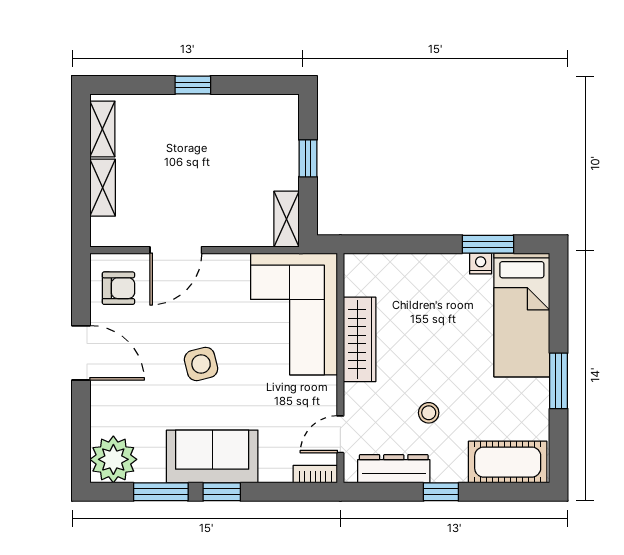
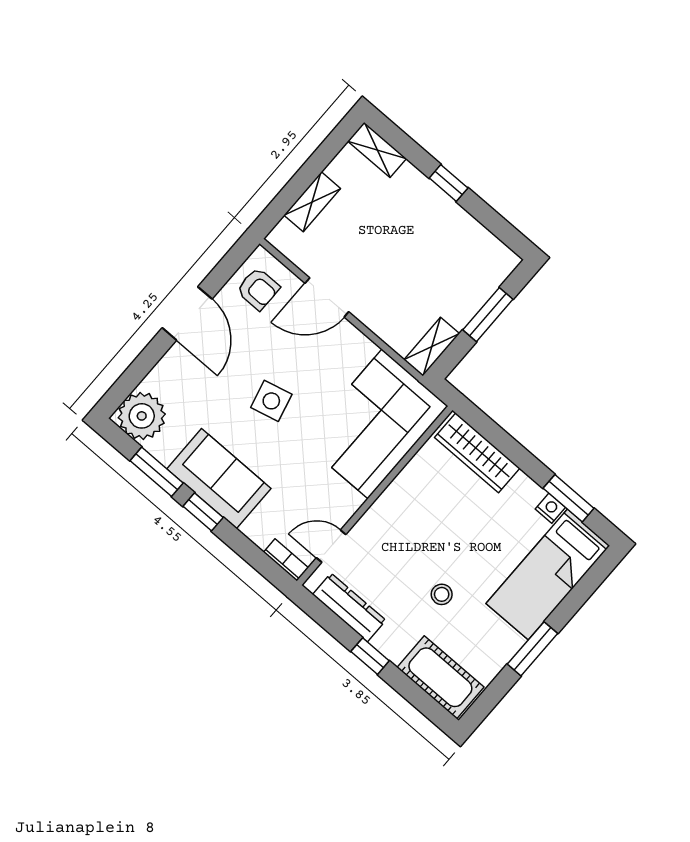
shelving: (102, 129) -> (377, 150), moved, turned 90
window: (308, 158) -> (488, 315), width x1.50
wardrobe: (360, 339) -> (477, 453), moved, turned 90
stool: (429, 413) -> (442, 594), moved

